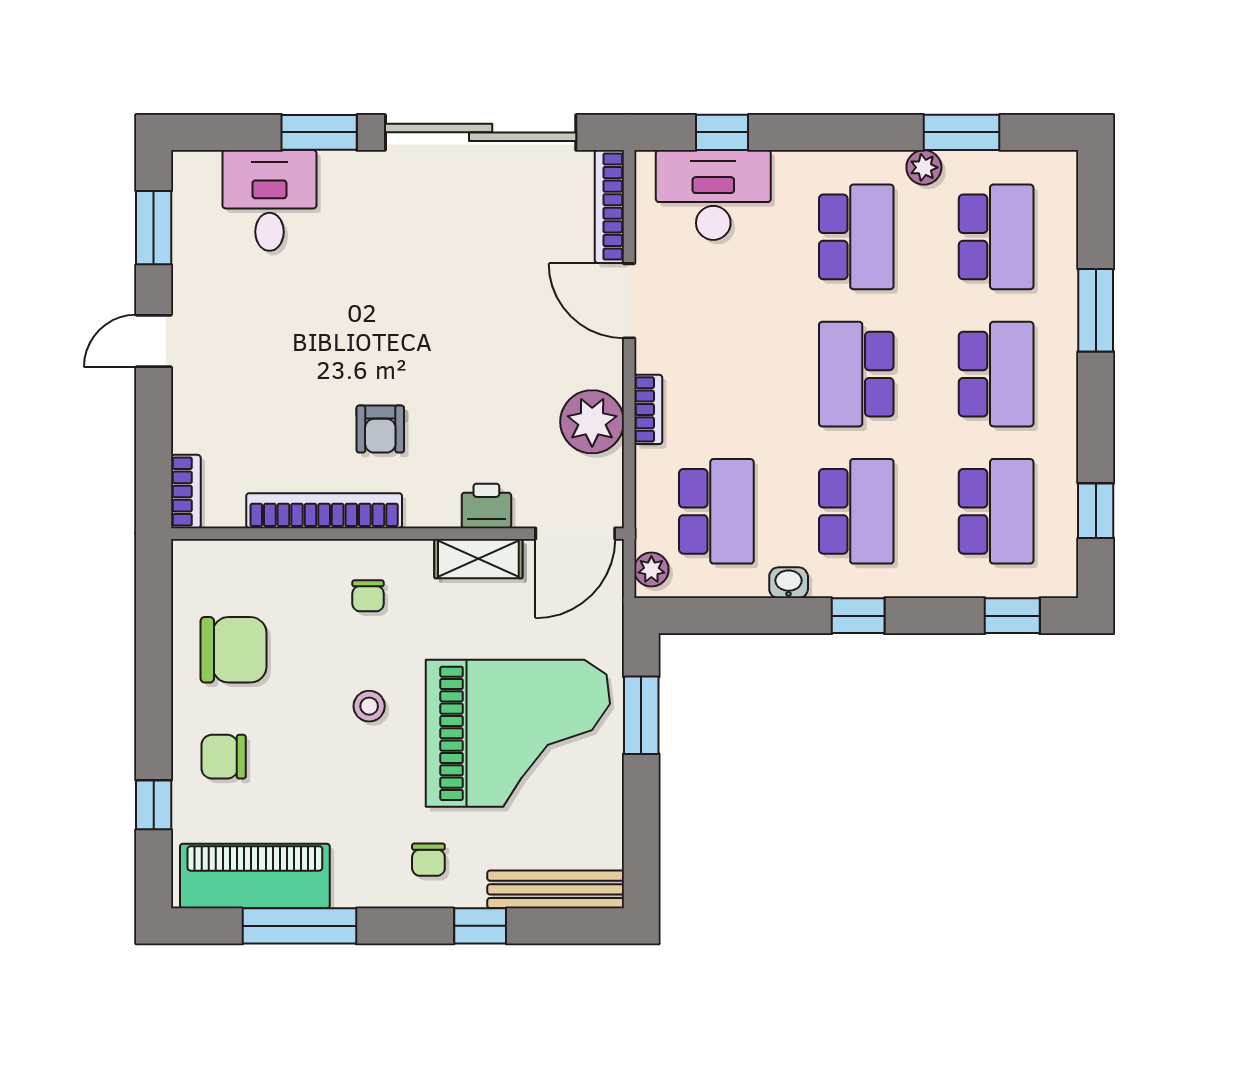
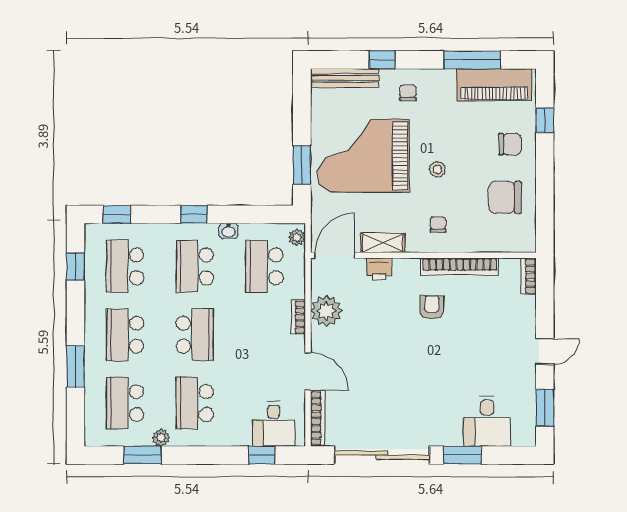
desk: (713, 195) -> (274, 424), width x0.73

